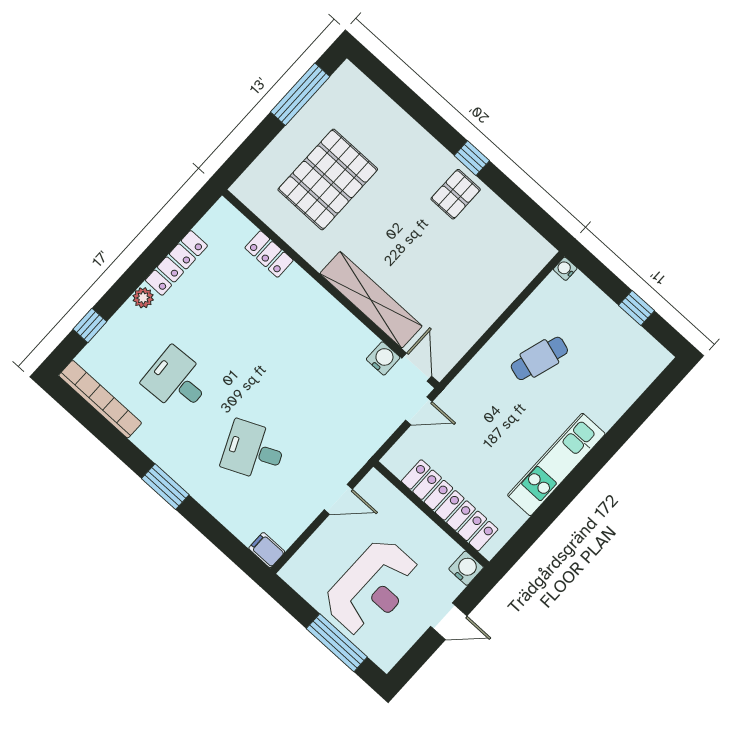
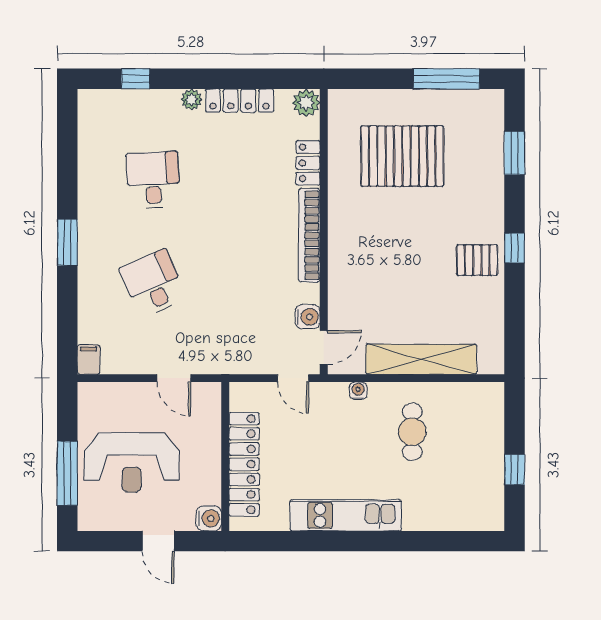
window: (401, 94) -> (515, 153), added
plant: (223, 215) -> (306, 103), added
water cooler: (565, 269) -> (358, 391), moved
shelving: (371, 300) -> (421, 359), moved, turned 90
cafe table: (539, 358) -> (412, 432), turned 73
bookcase: (100, 399) -> (309, 235), moved, turned 180

